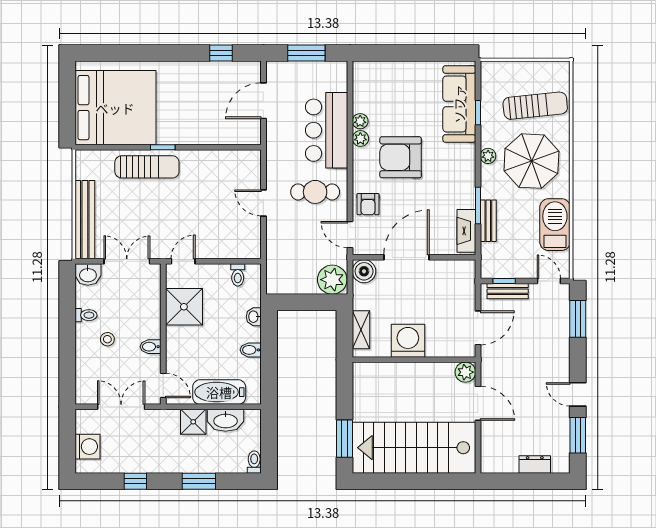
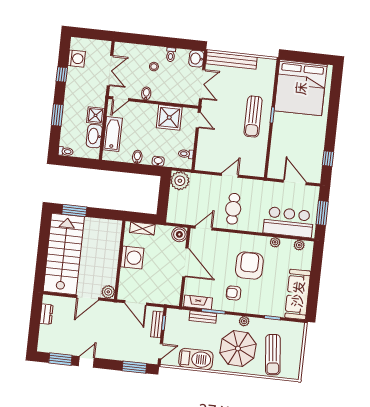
sofa: (459, 104) -> (298, 294), moved, turned -90
bar counter: (327, 130) -> (288, 222), moved
plant: (360, 139) -> (299, 245), moved
sun lounger: (147, 167) -> (253, 117), moved
armchair: (368, 204) -> (234, 293), moved
plant: (332, 280) -> (180, 181), moved
washing machine: (87, 447) -> (77, 59), moved, turned -90
dresser: (535, 465) -> (46, 314), moved

